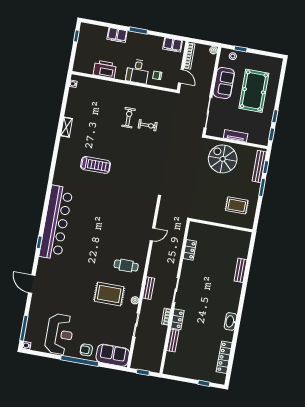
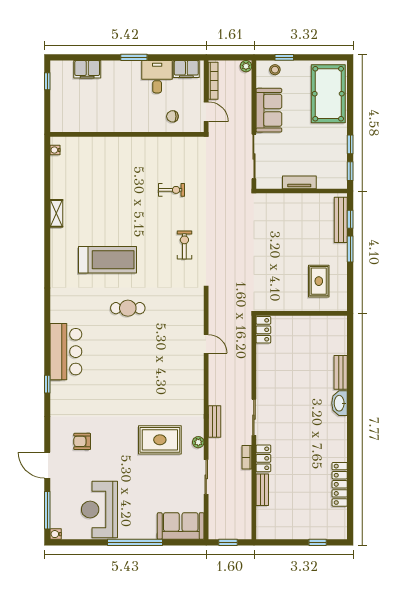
filing cabinet: (117, 35) -> (87, 69), moved
printer: (105, 69) -> (96, 121), removed
desk: (138, 71) -> (157, 77), moved, turned 180
pool table: (254, 91) -> (328, 94), moved
exercise bike: (129, 118) -> (184, 245), moved
spiral stairs: (223, 159) -> (287, 219), removed
treadmill: (95, 165) -> (107, 260), width x1.37, depth x1.38
rug: (237, 205) -> (319, 281), turned 90
bar counter: (56, 222) -> (66, 352), width x0.54
door: (152, 234) -> (206, 344), hinge flipped
locker: (190, 250) -> (263, 330), moved
cafe table: (126, 266) -> (128, 308), moved
door: (32, 284) -> (47, 465), moved
washbasin: (230, 322) -> (340, 403), moved
reception desk: (59, 334) -> (99, 509), turned 180
armchair: (86, 350) -> (82, 441), moved
locker: (224, 357) -> (340, 484), moved

